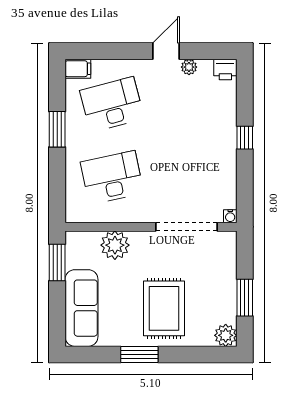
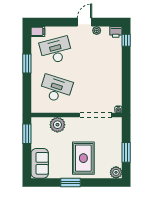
window: (245, 138) -> (126, 40), moved
desk: (112, 177) -> (56, 89), turned 30
sofa: (82, 308) -> (40, 163), width x0.73

